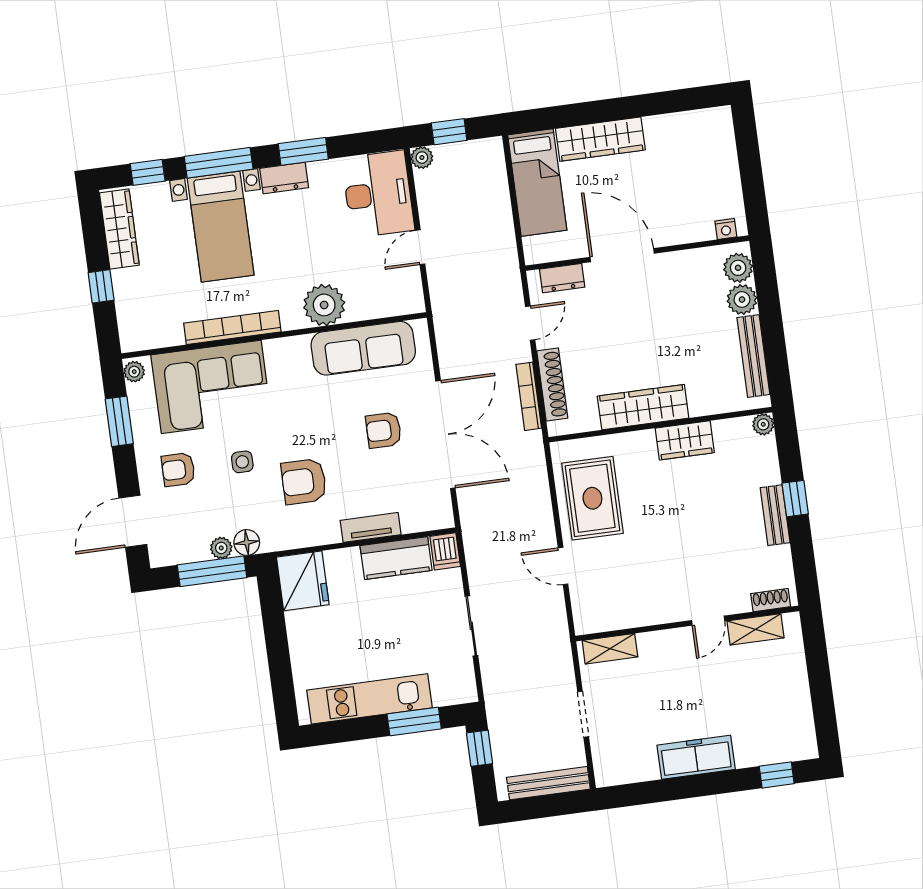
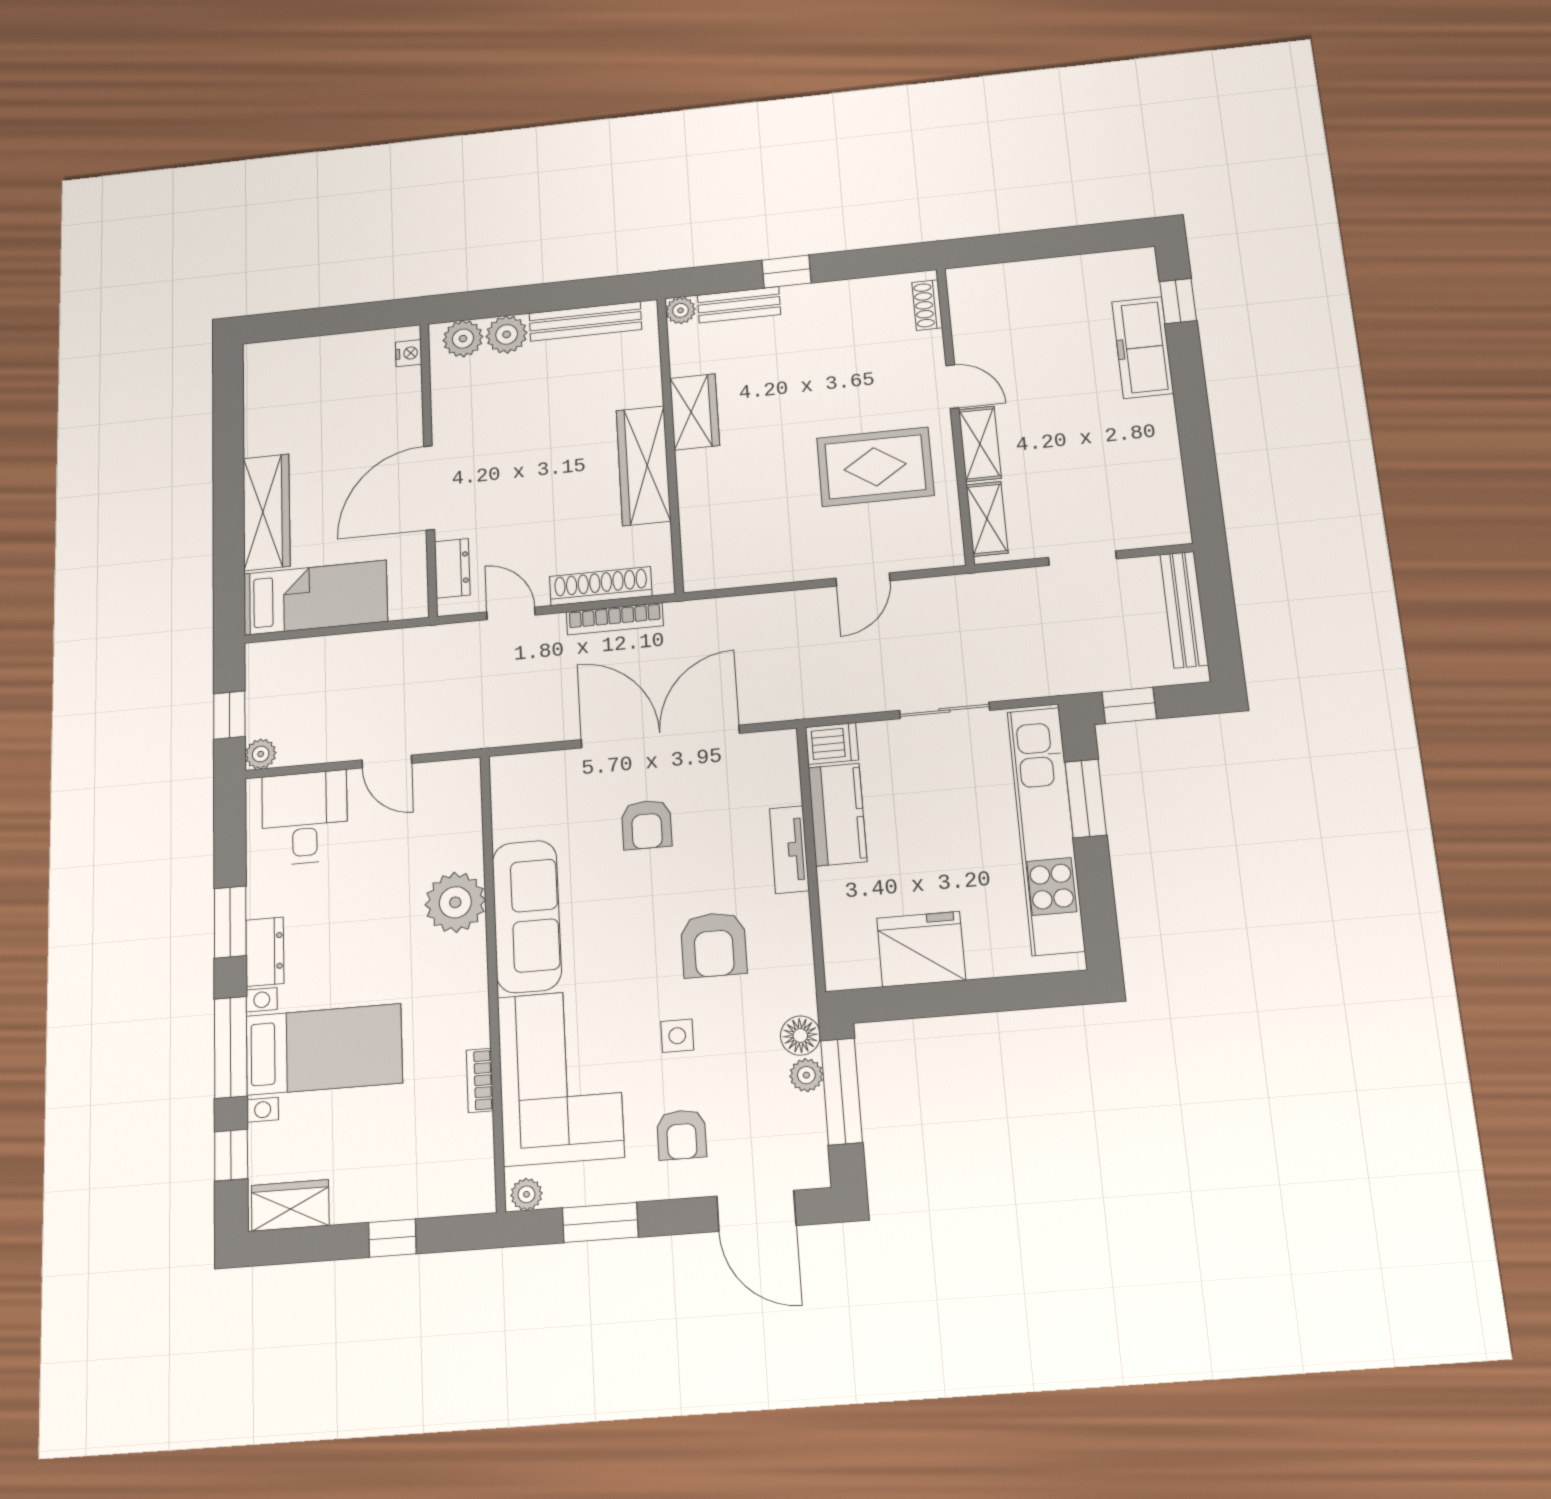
desk: (378, 194) -> (305, 818), width x0.73
wardrobe: (119, 229) -> (290, 1205), width x0.67
bookcase: (232, 327) -> (480, 1080), width x0.43, depth x0.76
sofa: (363, 348) -> (527, 916), moved
rug: (592, 498) -> (875, 467), moved
bench: (775, 515) -> (739, 305), moved
fridge: (303, 581) -> (921, 949), moved
shelving: (755, 629) -> (980, 444), moved
kitchen unit: (369, 699) -> (1046, 830), width x1.36
freezer: (696, 757) -> (1143, 347), moved

